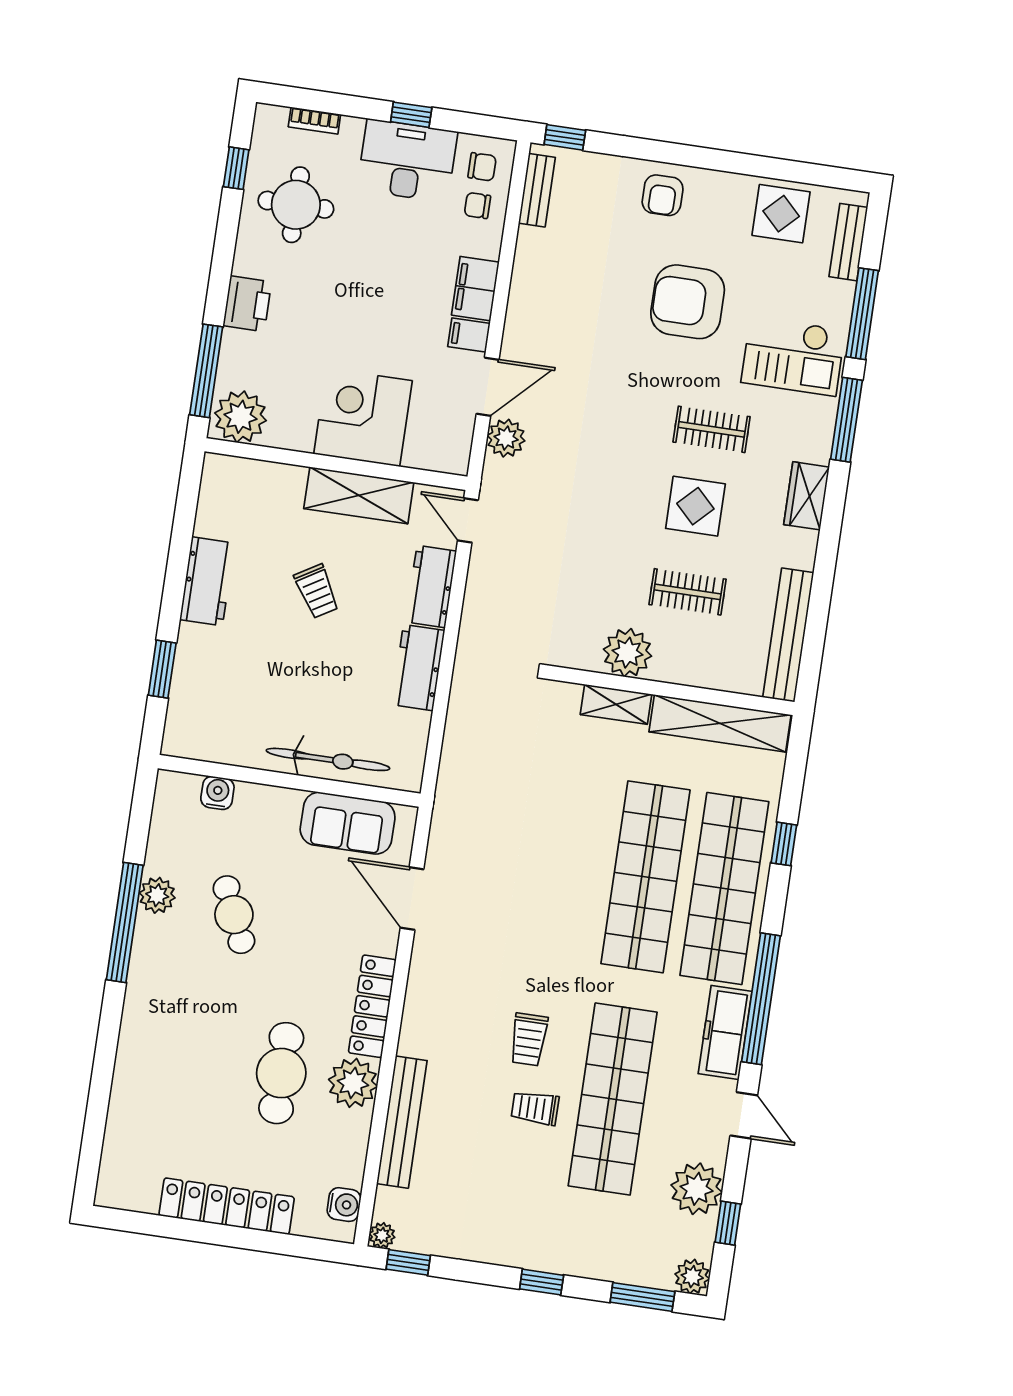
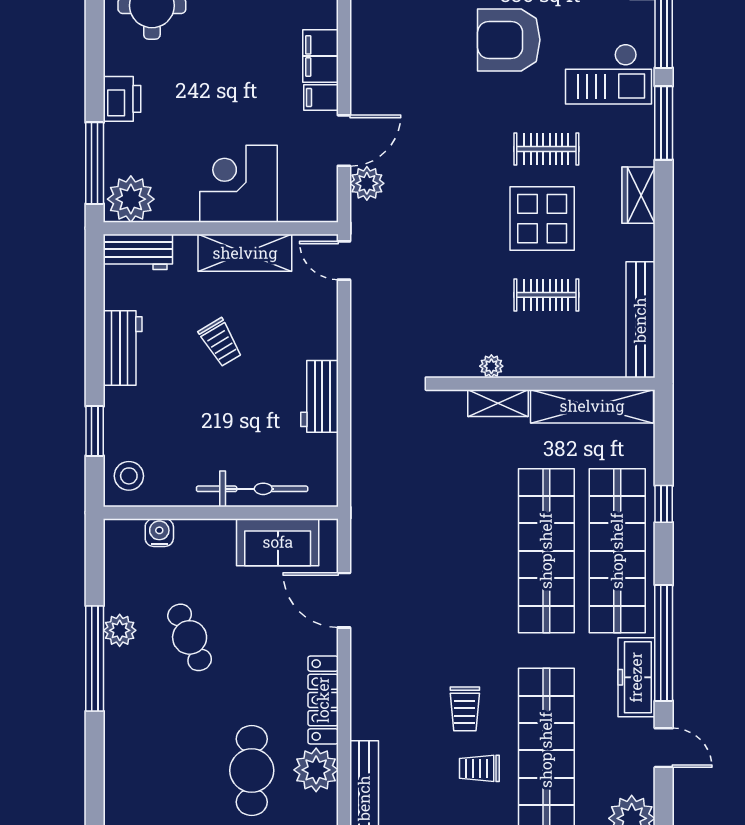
display table: (695, 506) -> (542, 219), width x1.36, depth x1.36
workbench: (431, 587) -> (138, 252), moved, turned -90
plant: (627, 653) -> (491, 366), width x0.53, depth x0.53
stool: (193, 725) -> (129, 476), added

